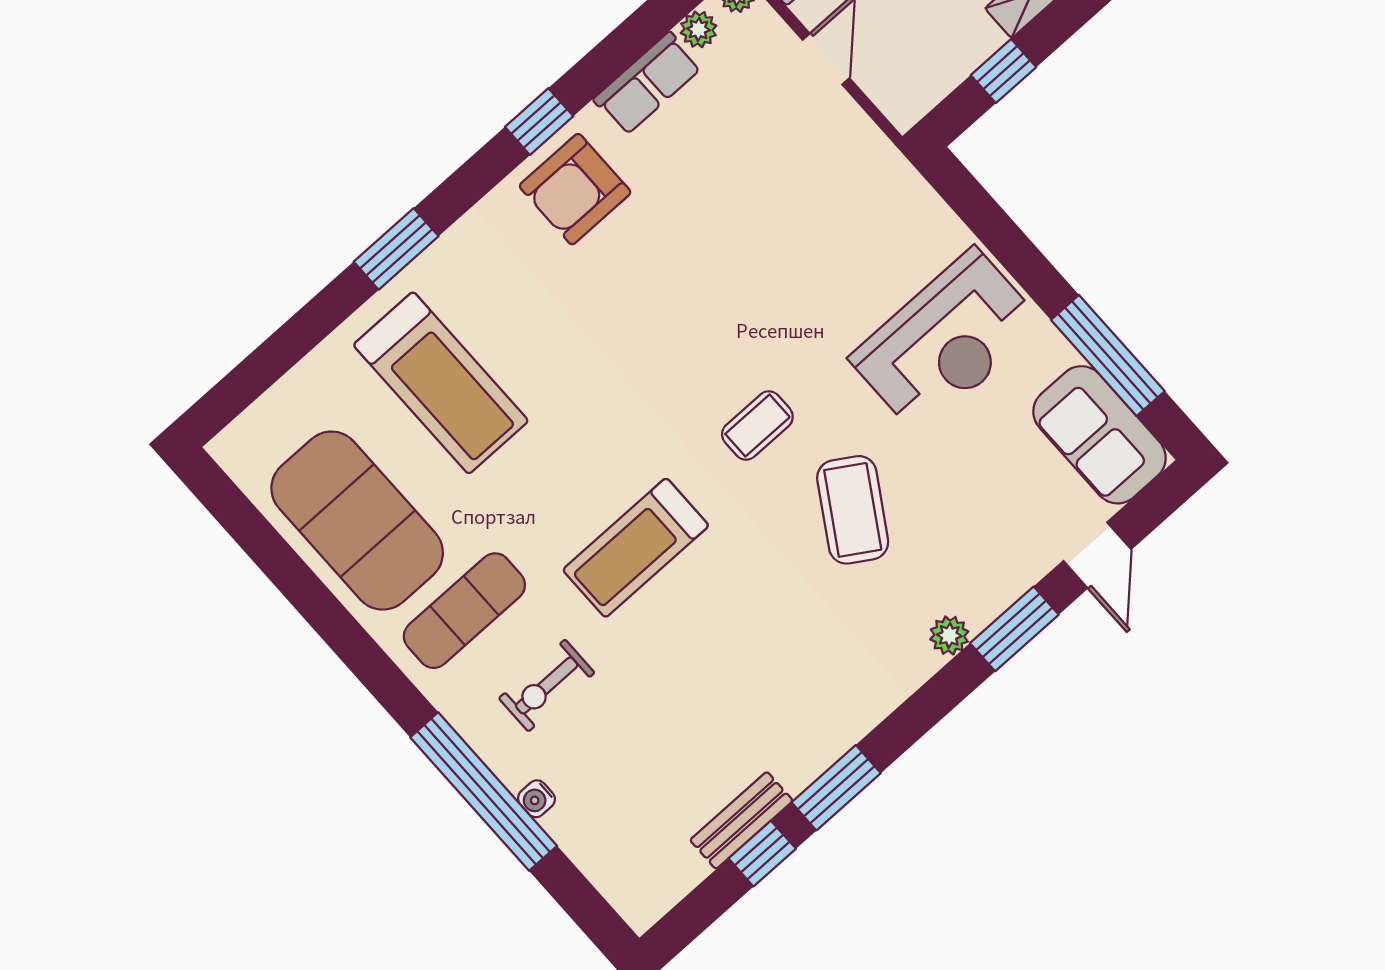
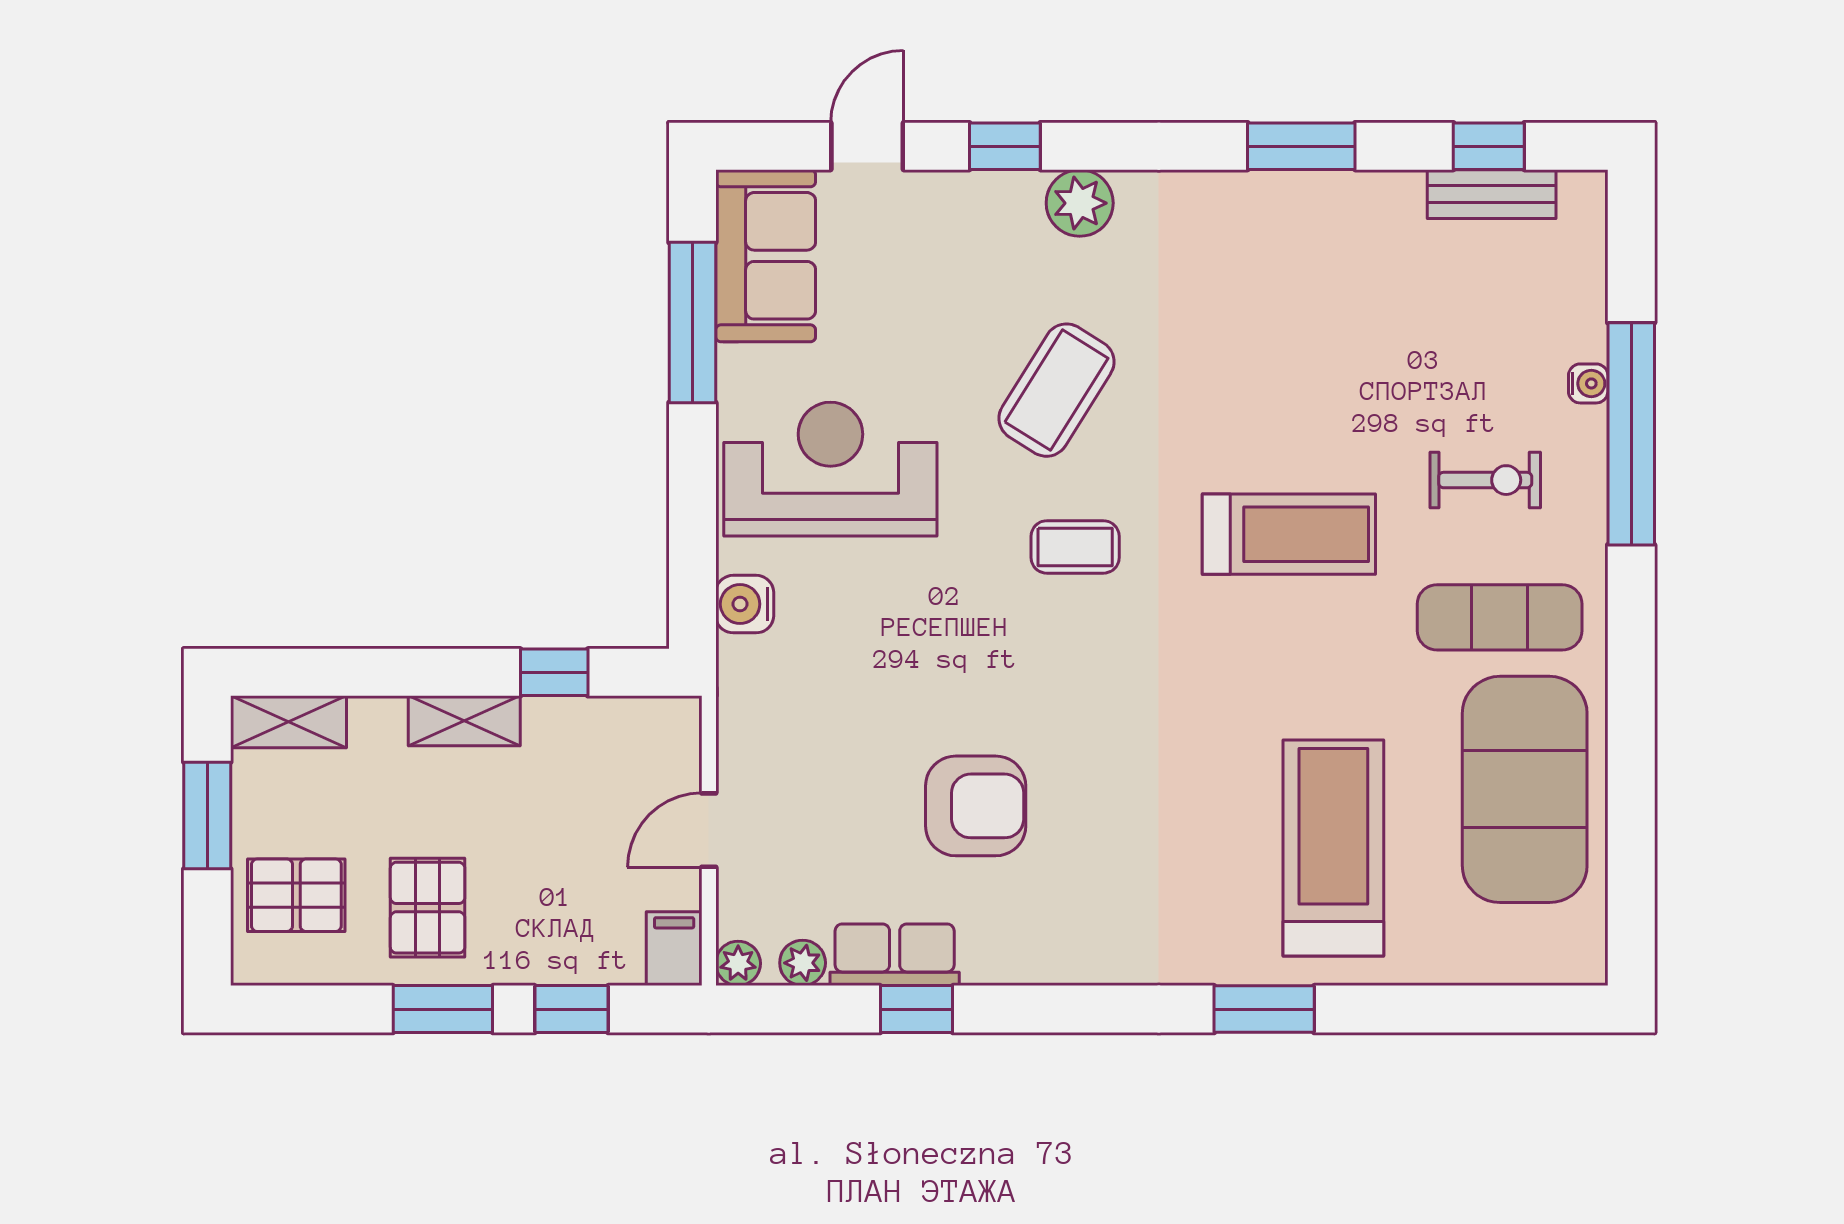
window: (539, 122) -> (916, 1009), moved
armchair: (575, 189) -> (976, 806), moved
water cooler: (926, 214) -> (745, 604), added
window: (1014, 629) -> (1005, 146), width x0.67
plant: (949, 635) -> (1080, 203), width x1.38, depth x1.38
bench: (741, 820) -> (1492, 194), moved
window: (762, 854) -> (1489, 146), moved

